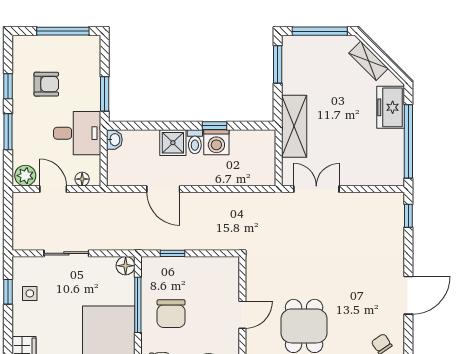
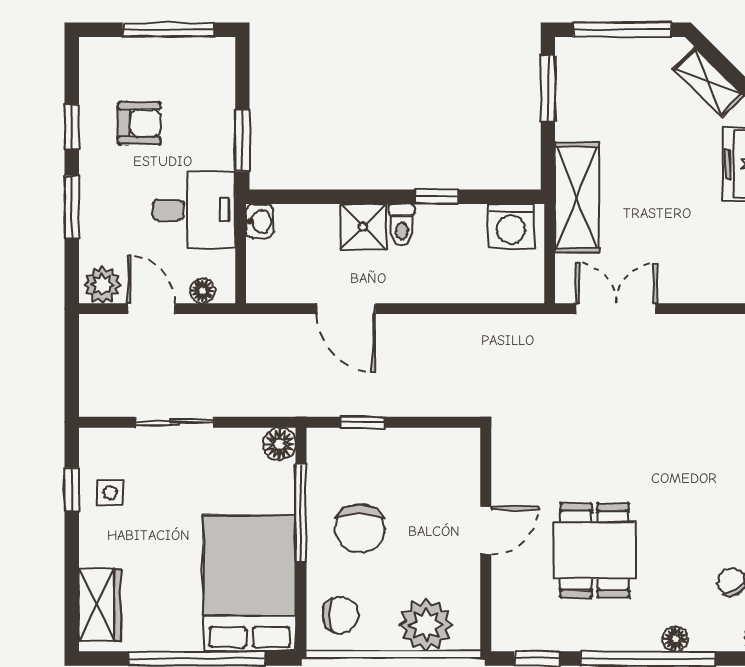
washing machine: (216, 142) -> (511, 226), moved

